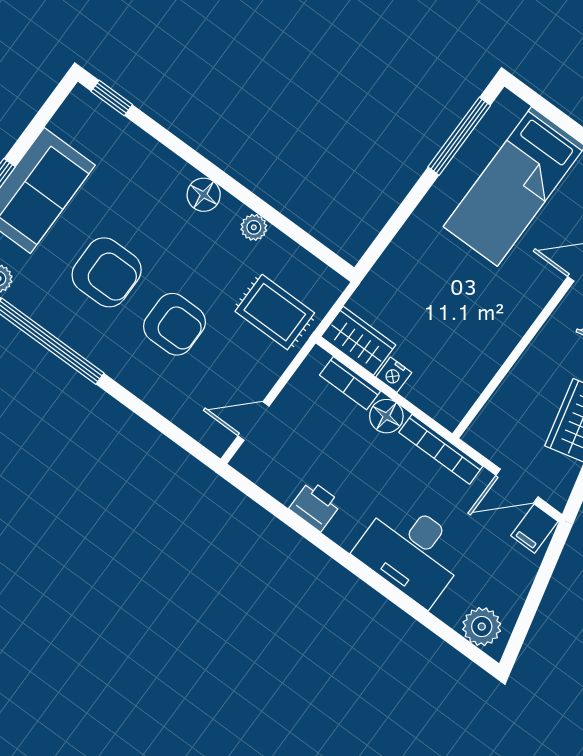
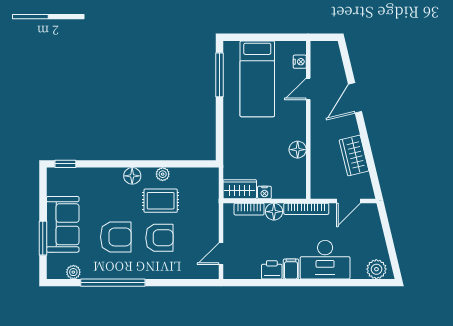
rug: (275, 312) -> (161, 201), moved
floor lamp: (496, 345) -> (298, 150), added
filing cabinet: (534, 529) -> (291, 269), moved, turned 180

